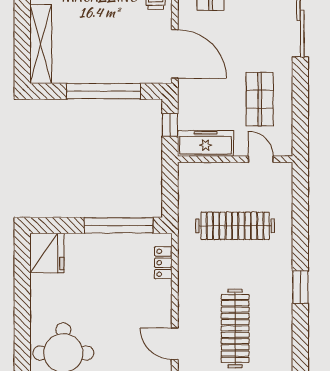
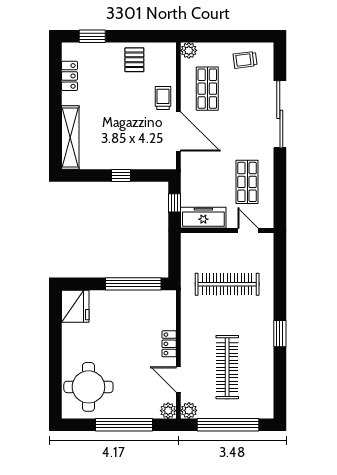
door: (175, 54) -> (178, 132), moved
window: (104, 91) -> (121, 176), width x0.32
locker: (163, 263) -> (169, 344), moved

